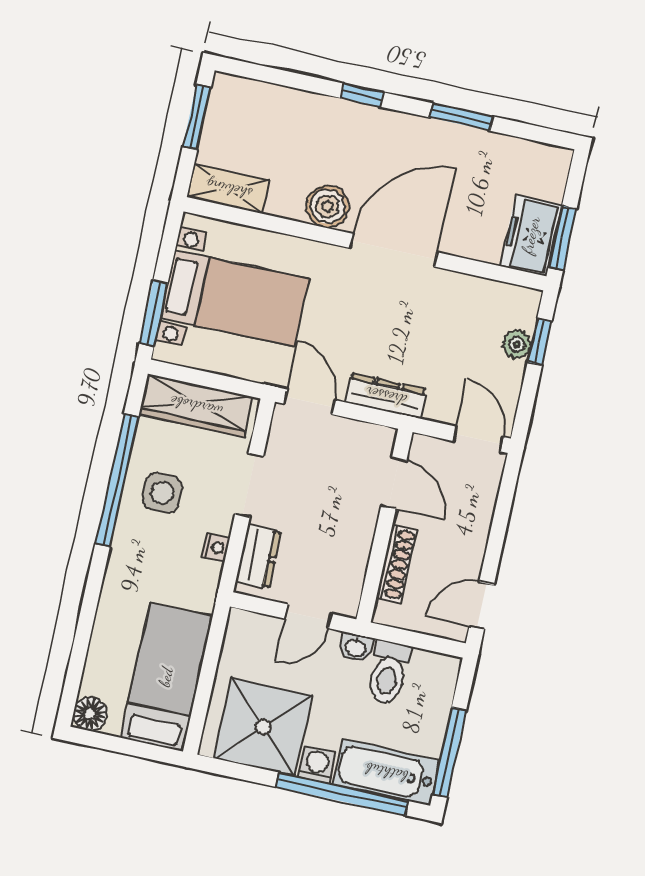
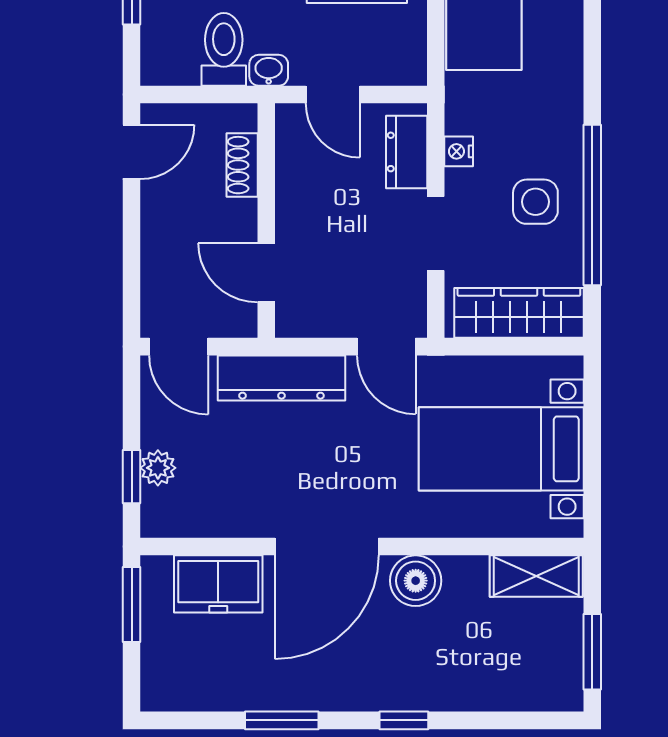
freezer: (531, 235) -> (218, 584), moved, turned 90
window: (154, 313) -> (592, 410), removed
dresser: (386, 396) -> (281, 378), width x1.37, depth x1.24
shoe rack: (397, 564) -> (242, 165), width x0.70
door: (308, 616) -> (333, 95), swing flipped

